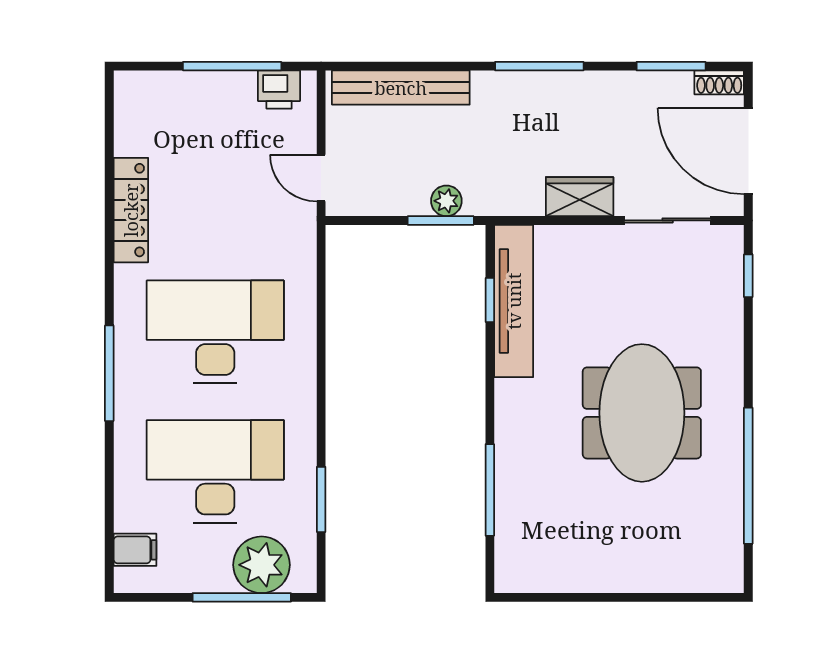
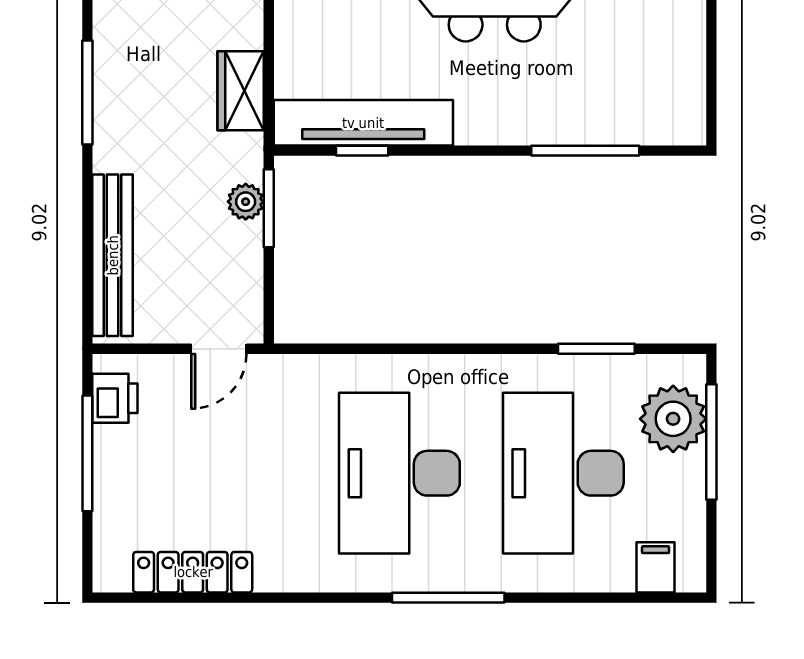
wardrobe: (580, 197) -> (241, 91), moved
locker: (131, 210) -> (193, 572), moved

